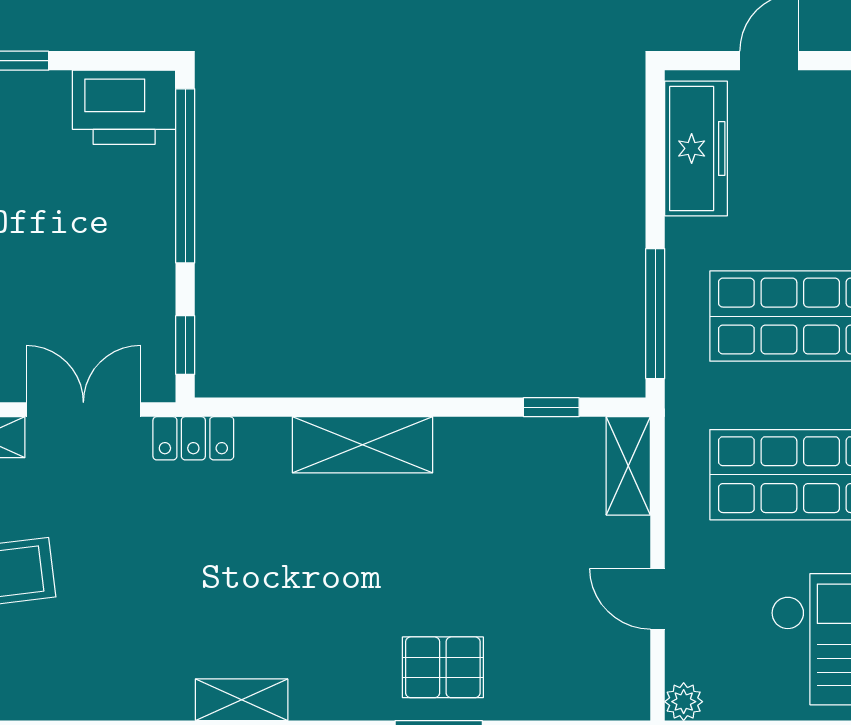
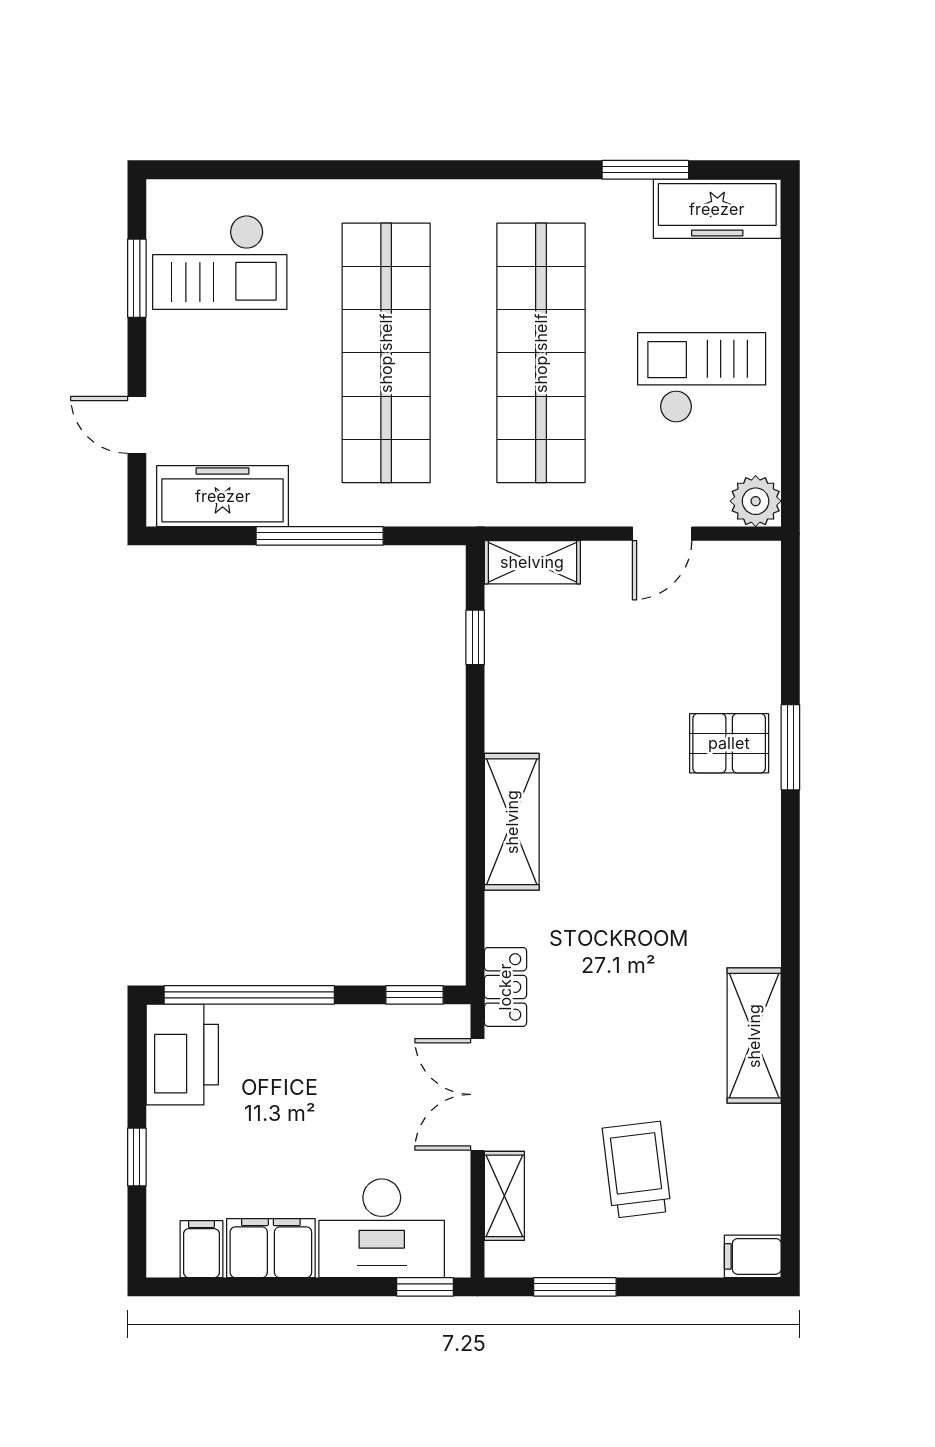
window: (655, 314) -> (320, 536), moved
pallet: (443, 667) -> (729, 743), turned 90
shelving: (242, 700) -> (754, 1036), moved, width x1.50, depth x1.33
plant: (684, 702) -> (756, 501), width x1.38, depth x1.38

